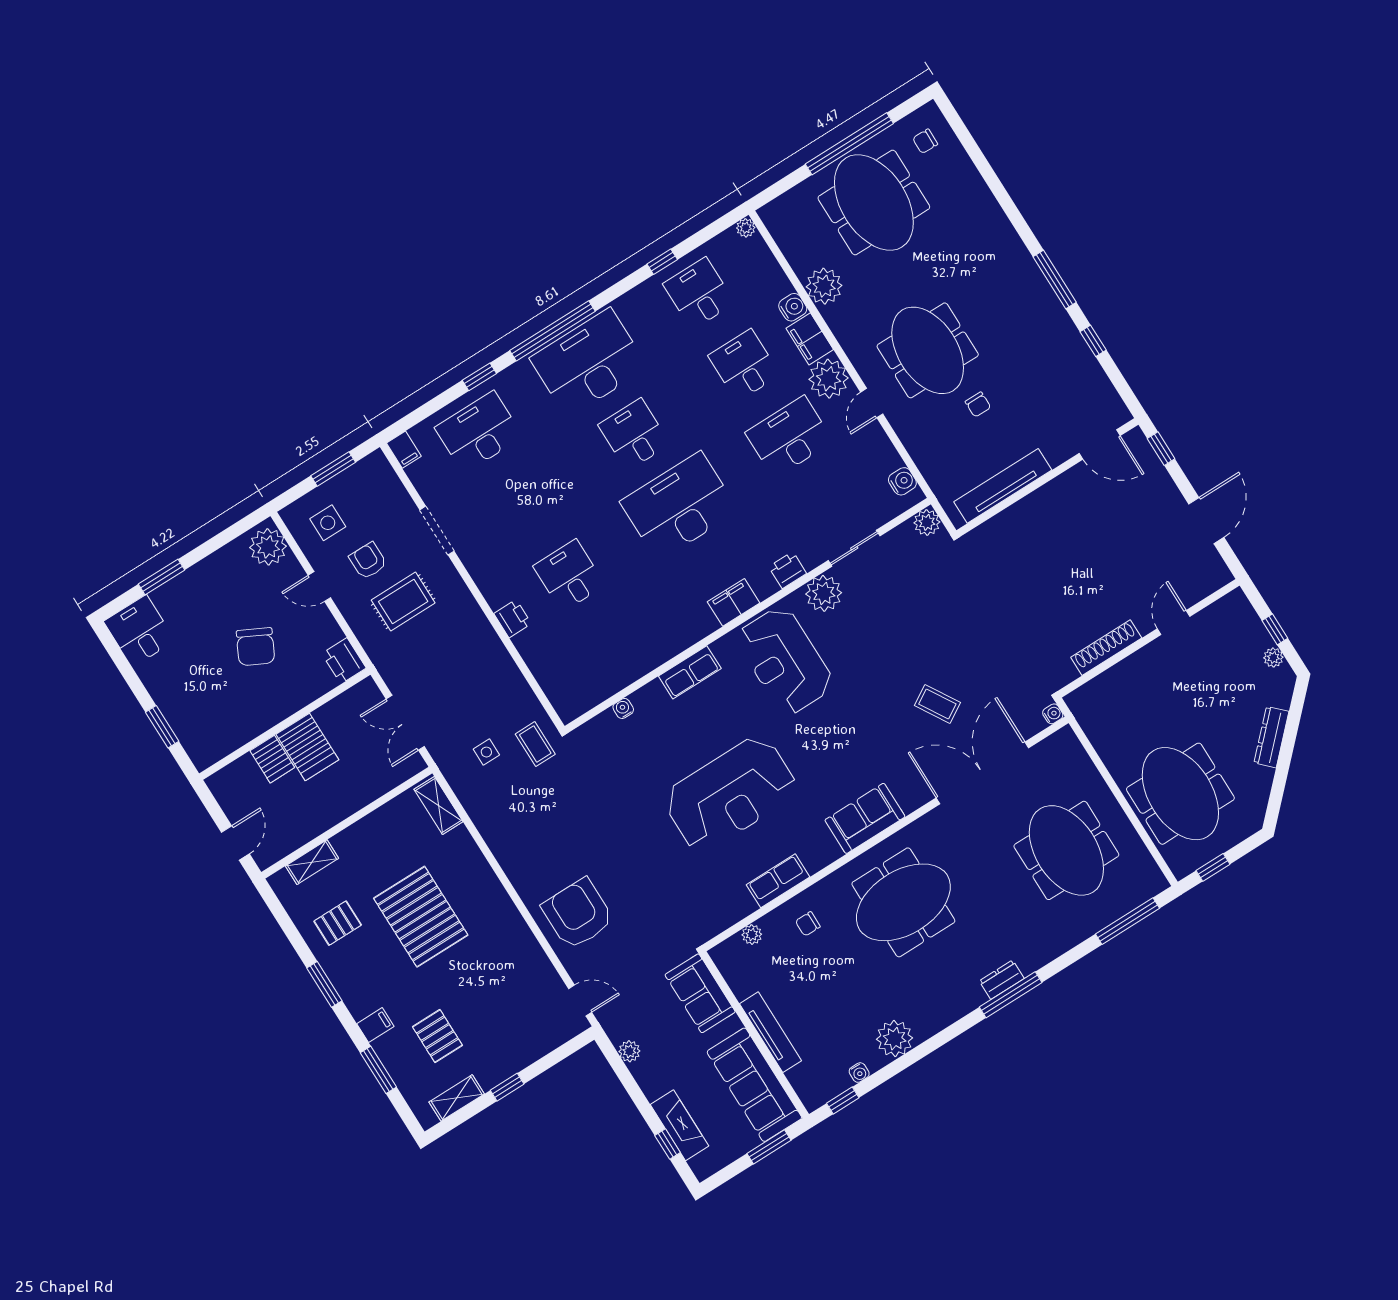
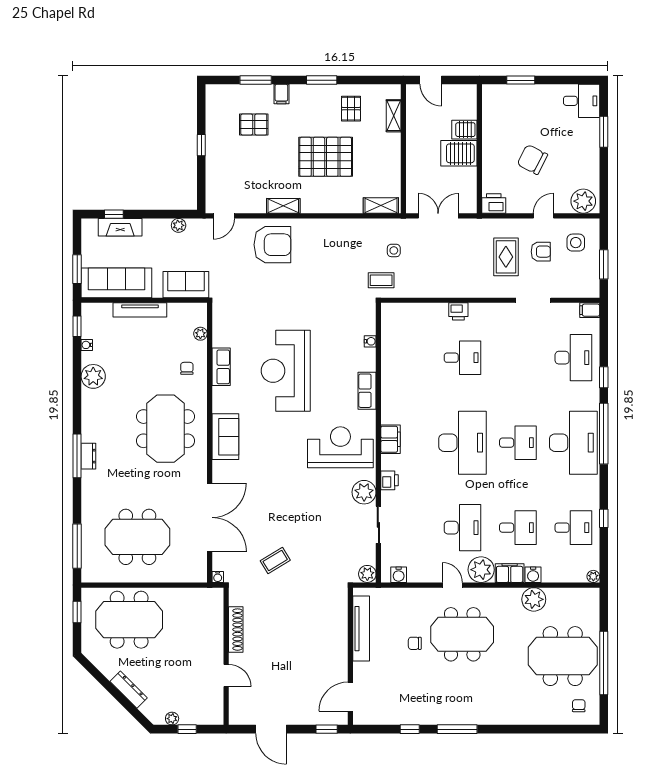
coffee table: (937, 704) -> (275, 561), moved
shelving: (457, 1098) -> (283, 206), moved, turned 90

